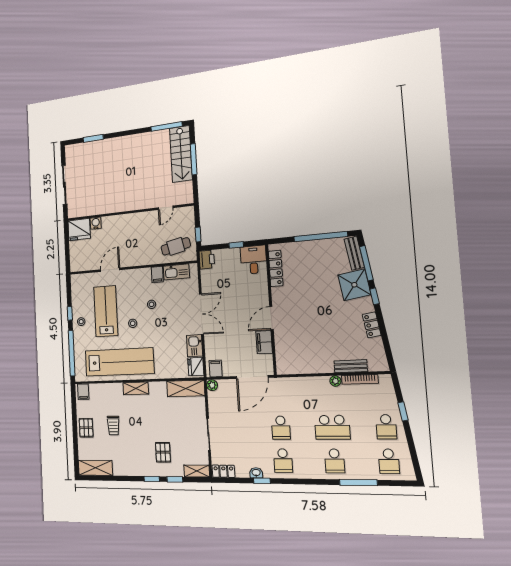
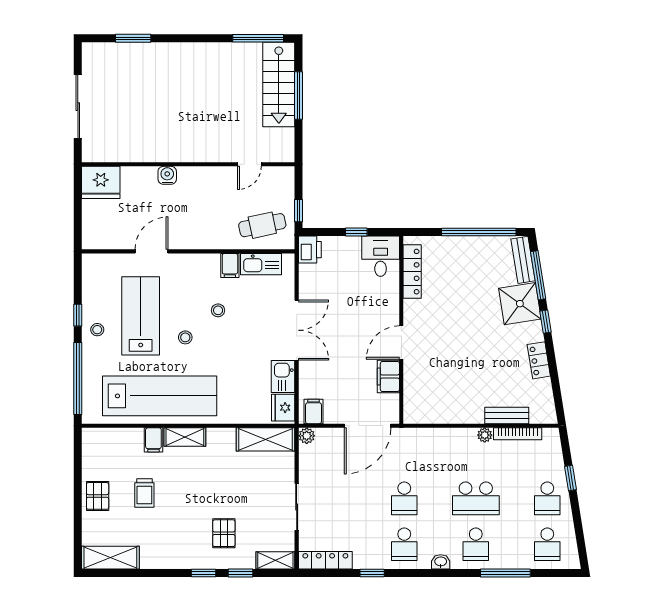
water cooler: (96, 223) -> (167, 175), moved
filing cabinet: (83, 392) -> (153, 440), moved
locker: (223, 471) -> (325, 560), width x1.53
washbasin: (256, 473) -> (441, 562), moved

